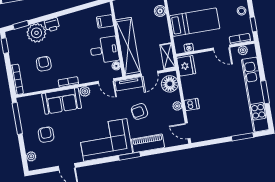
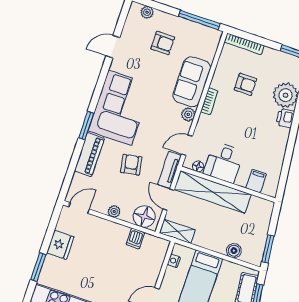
fridge: (186, 66) -> (60, 245), moved, turned -90
dishwasher: (192, 105) -> (135, 239), moved

